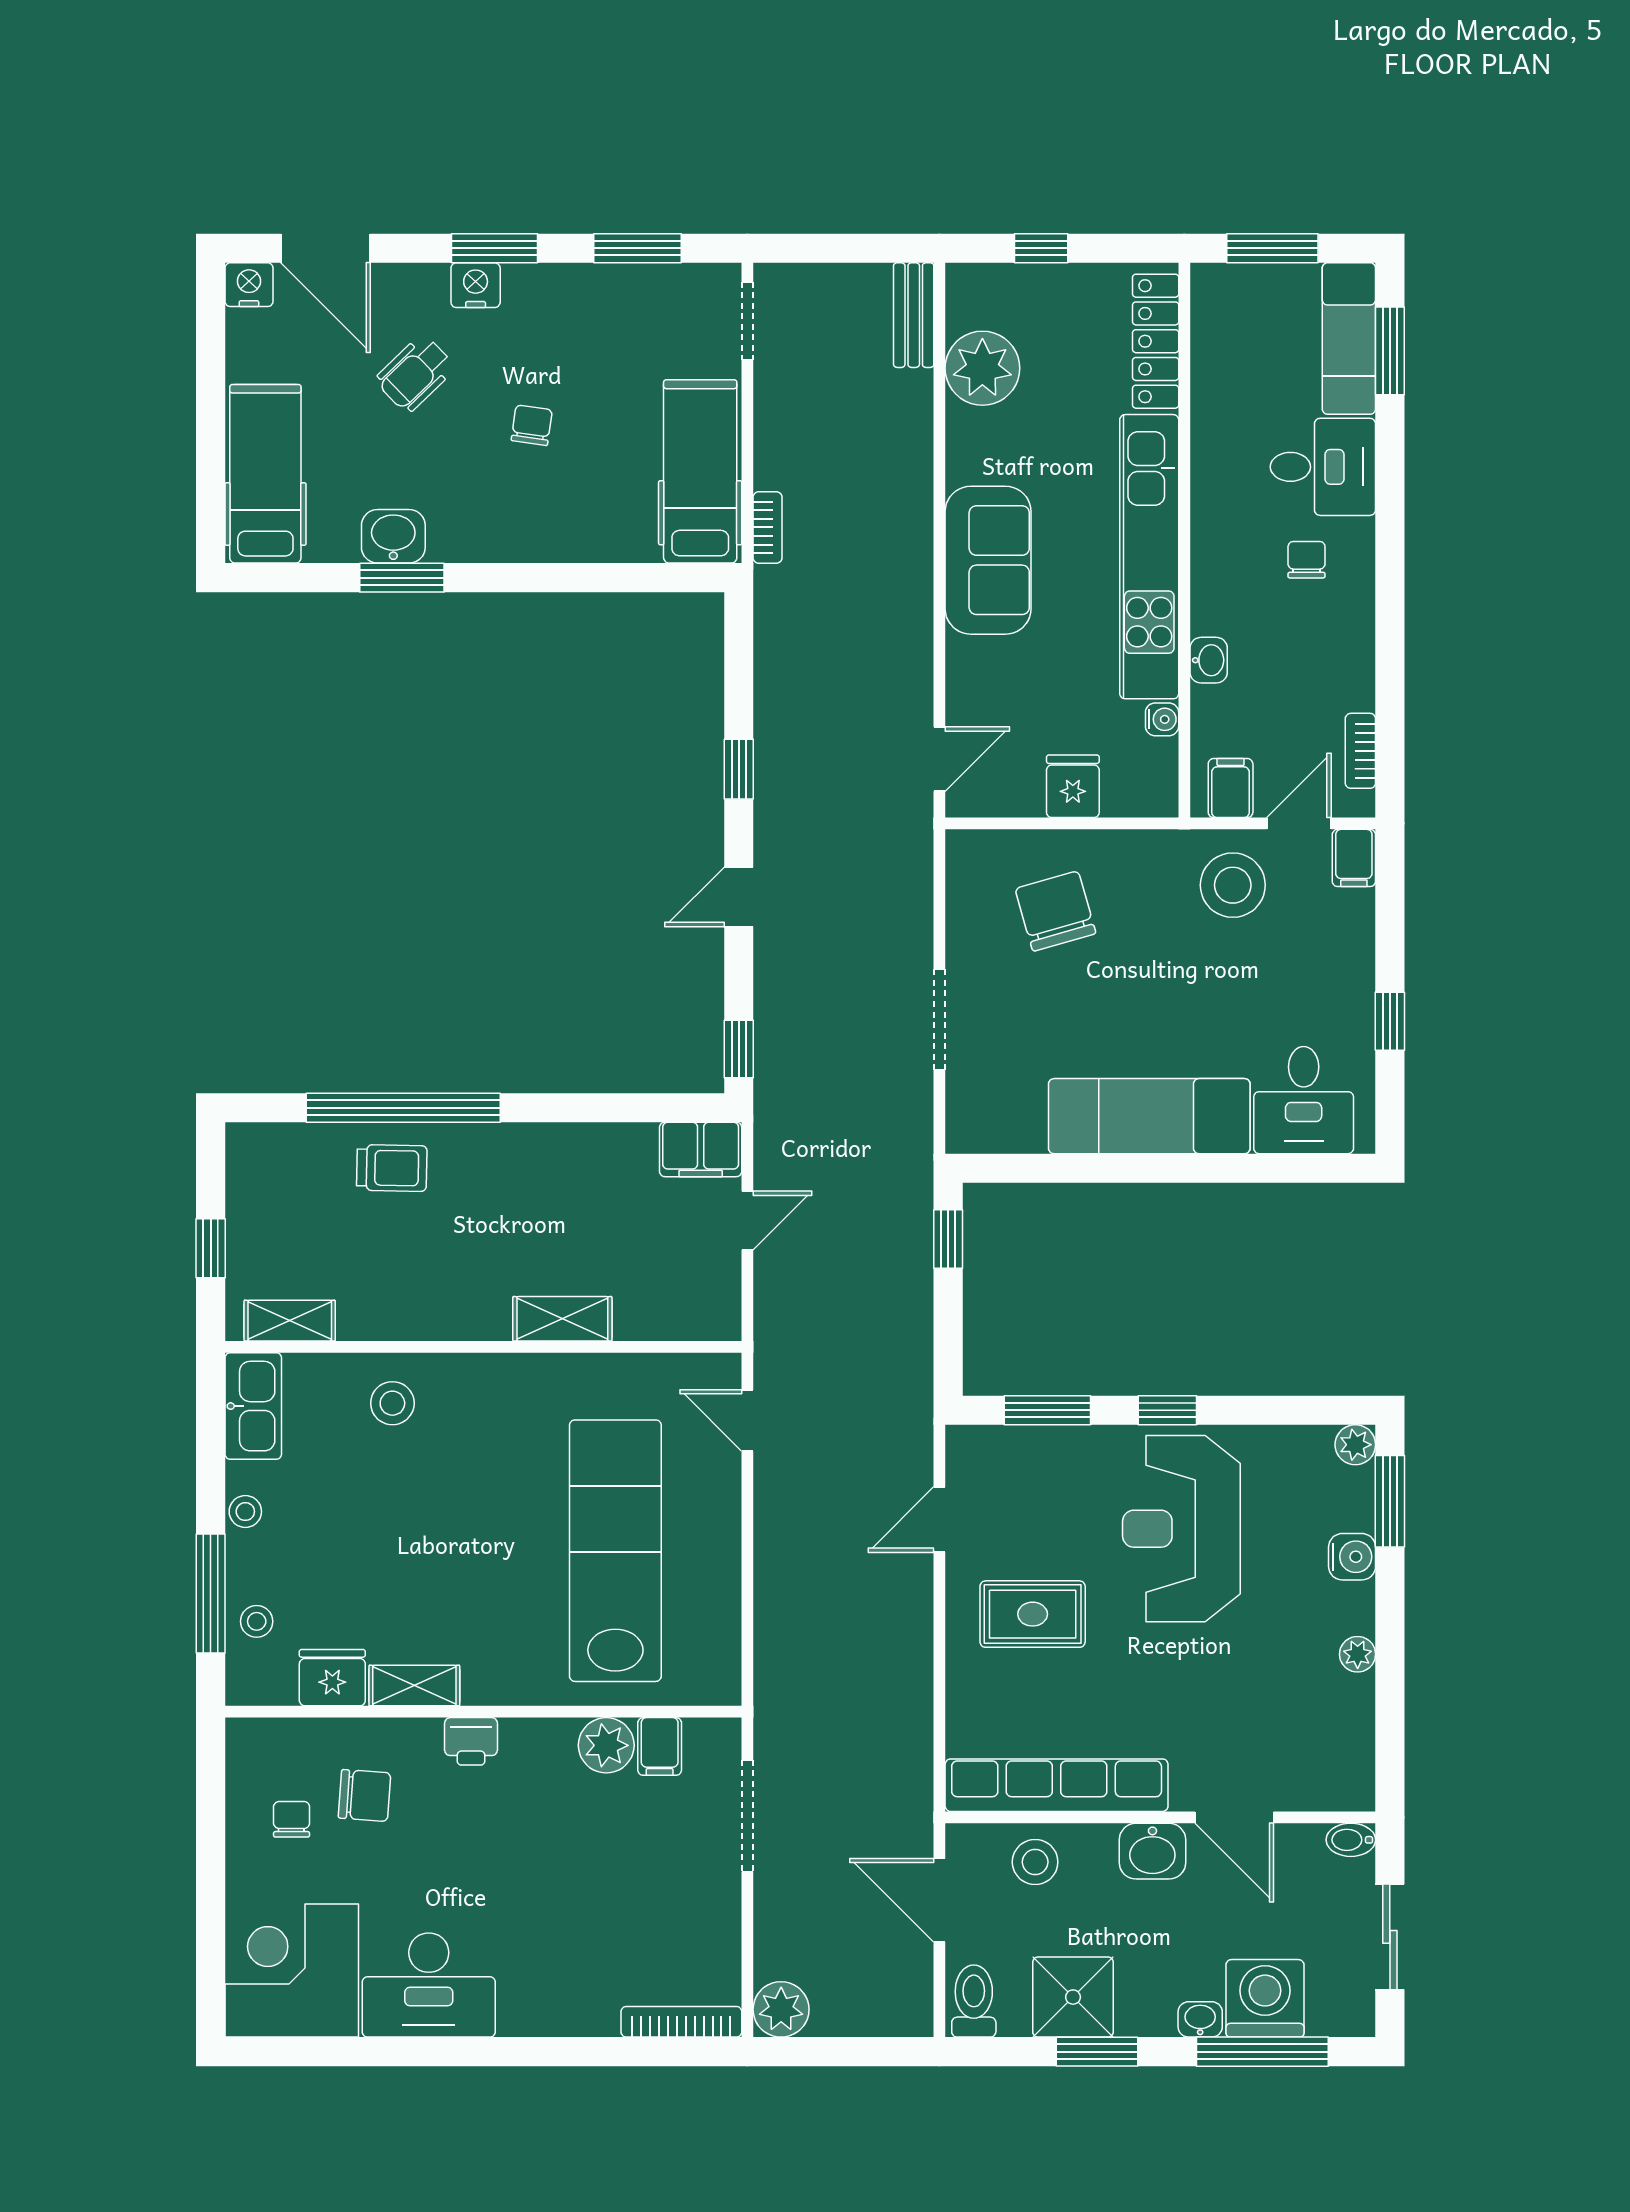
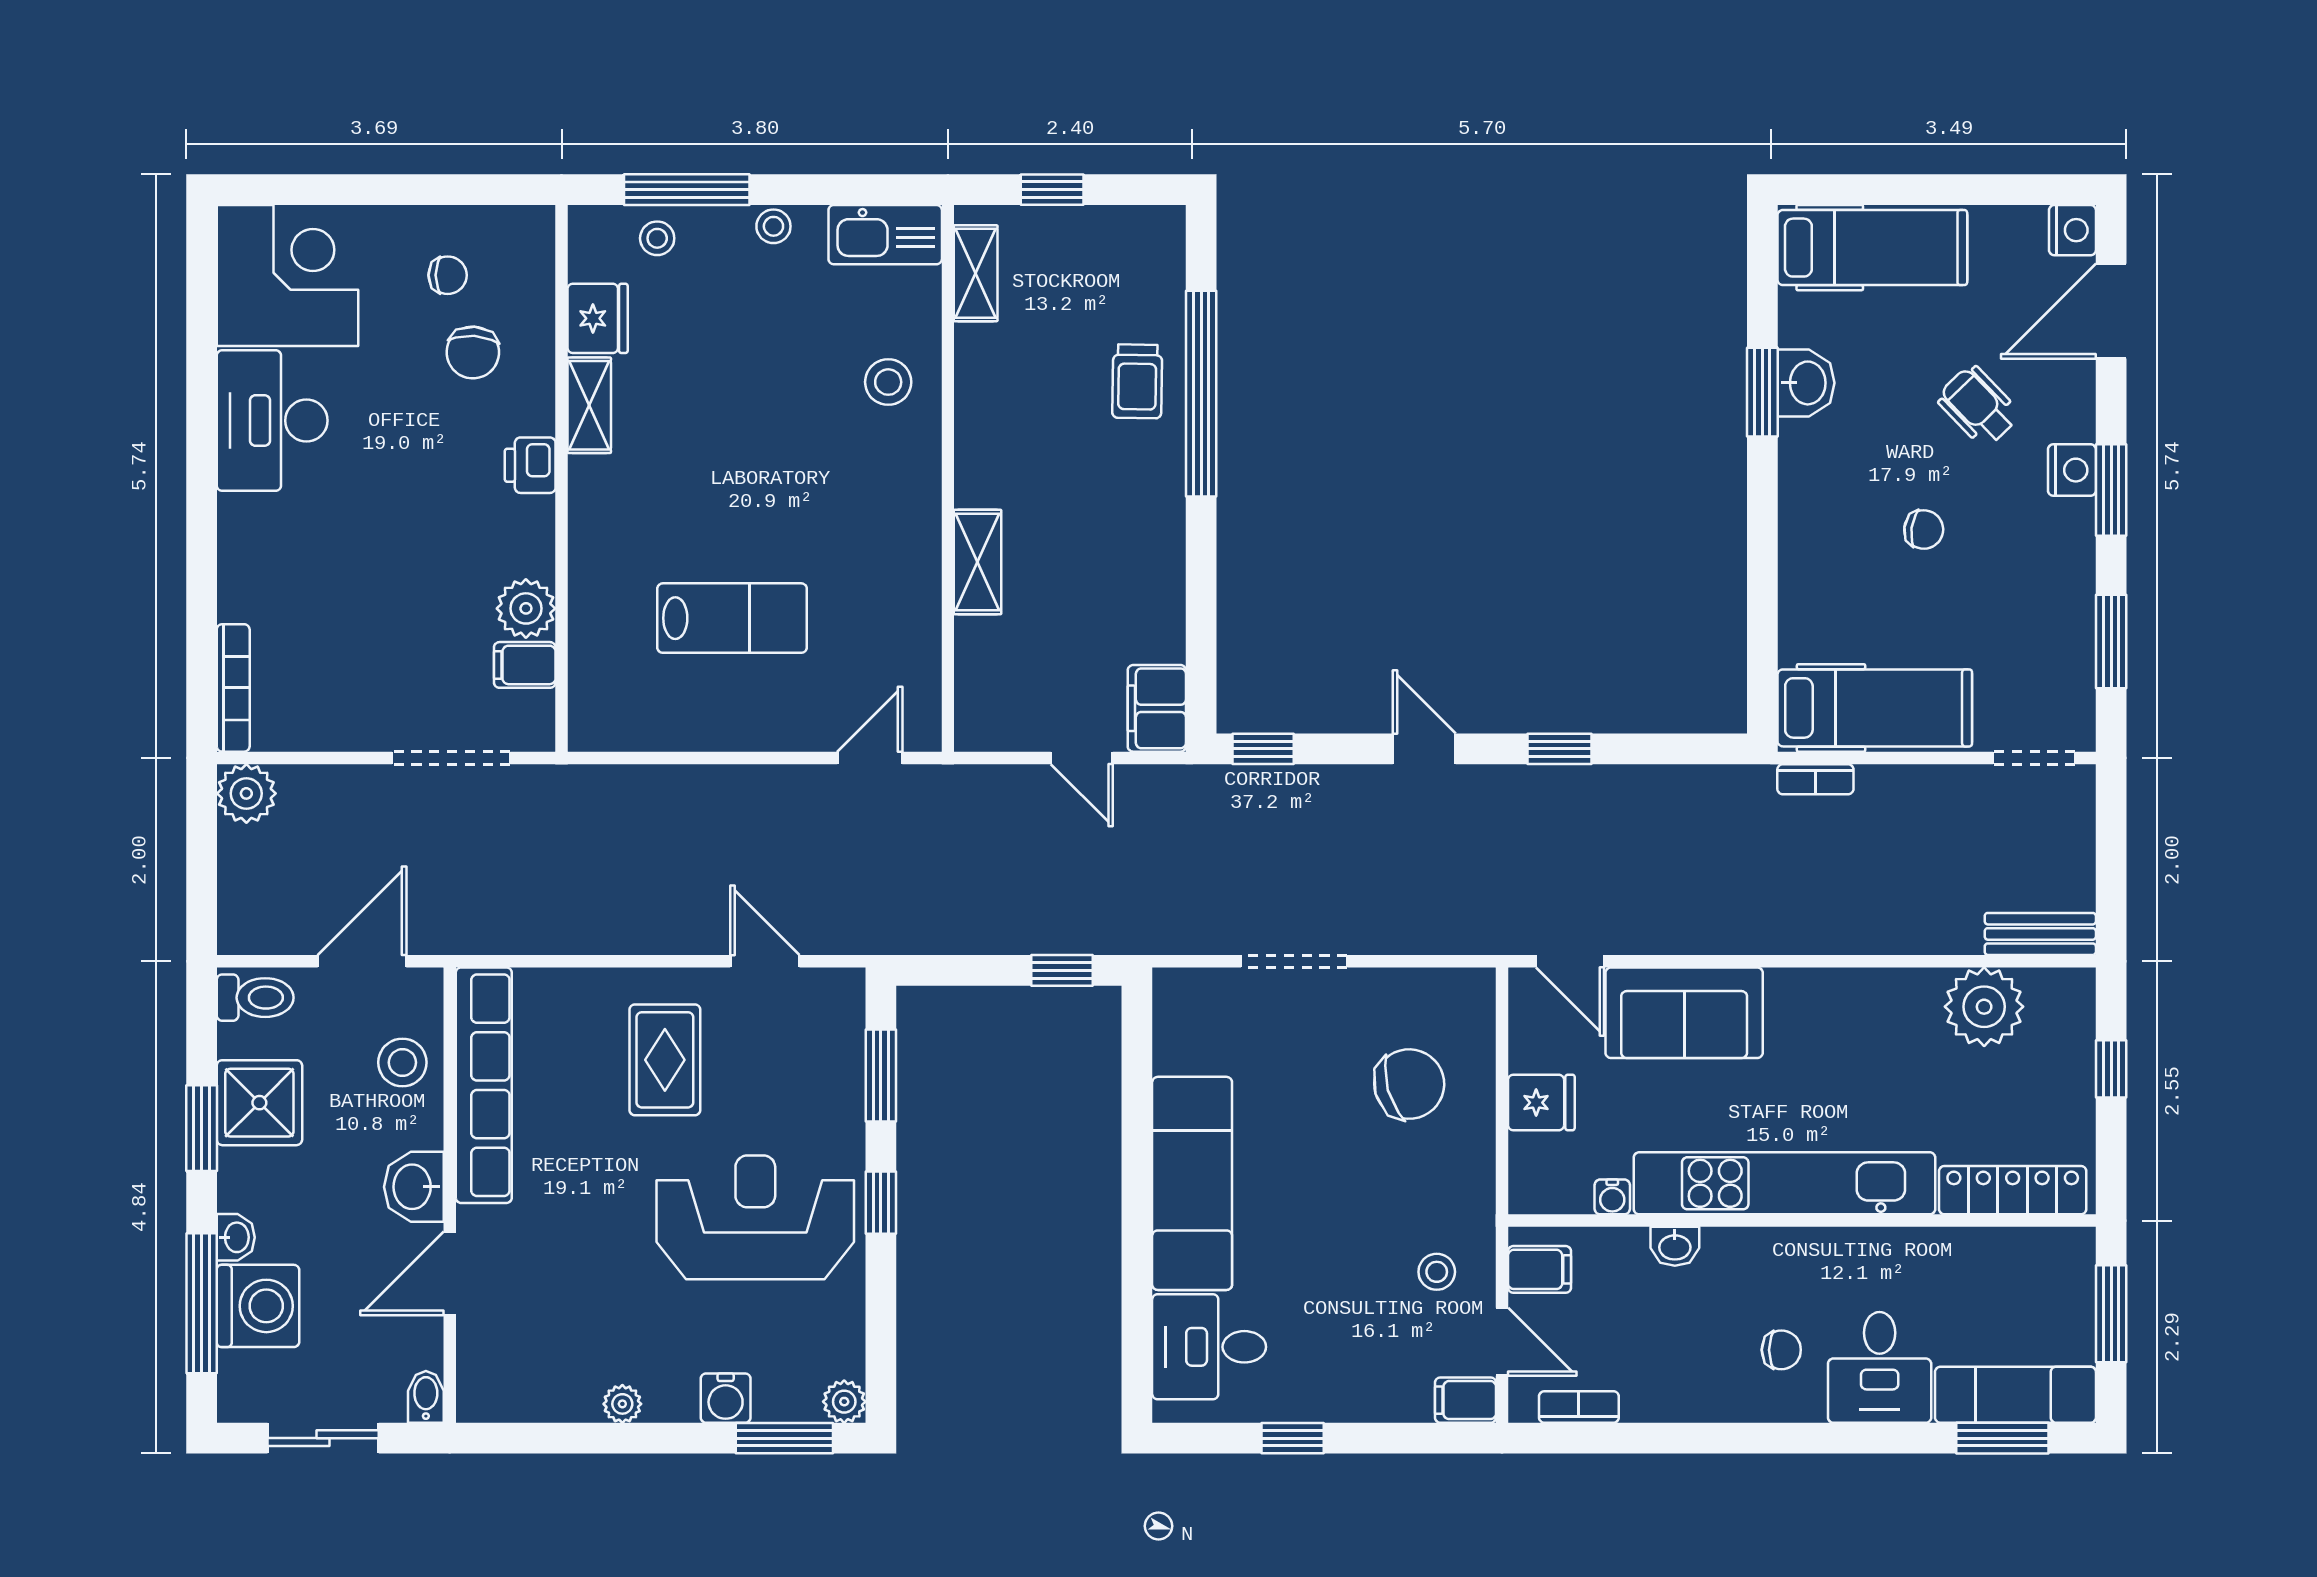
sofa: (988, 560) -> (1684, 1013), moved
stool: (1233, 885) -> (1437, 1272), width x0.53, depth x0.53
lab bench: (615, 1551) -> (732, 618), width x0.54, depth x0.72

